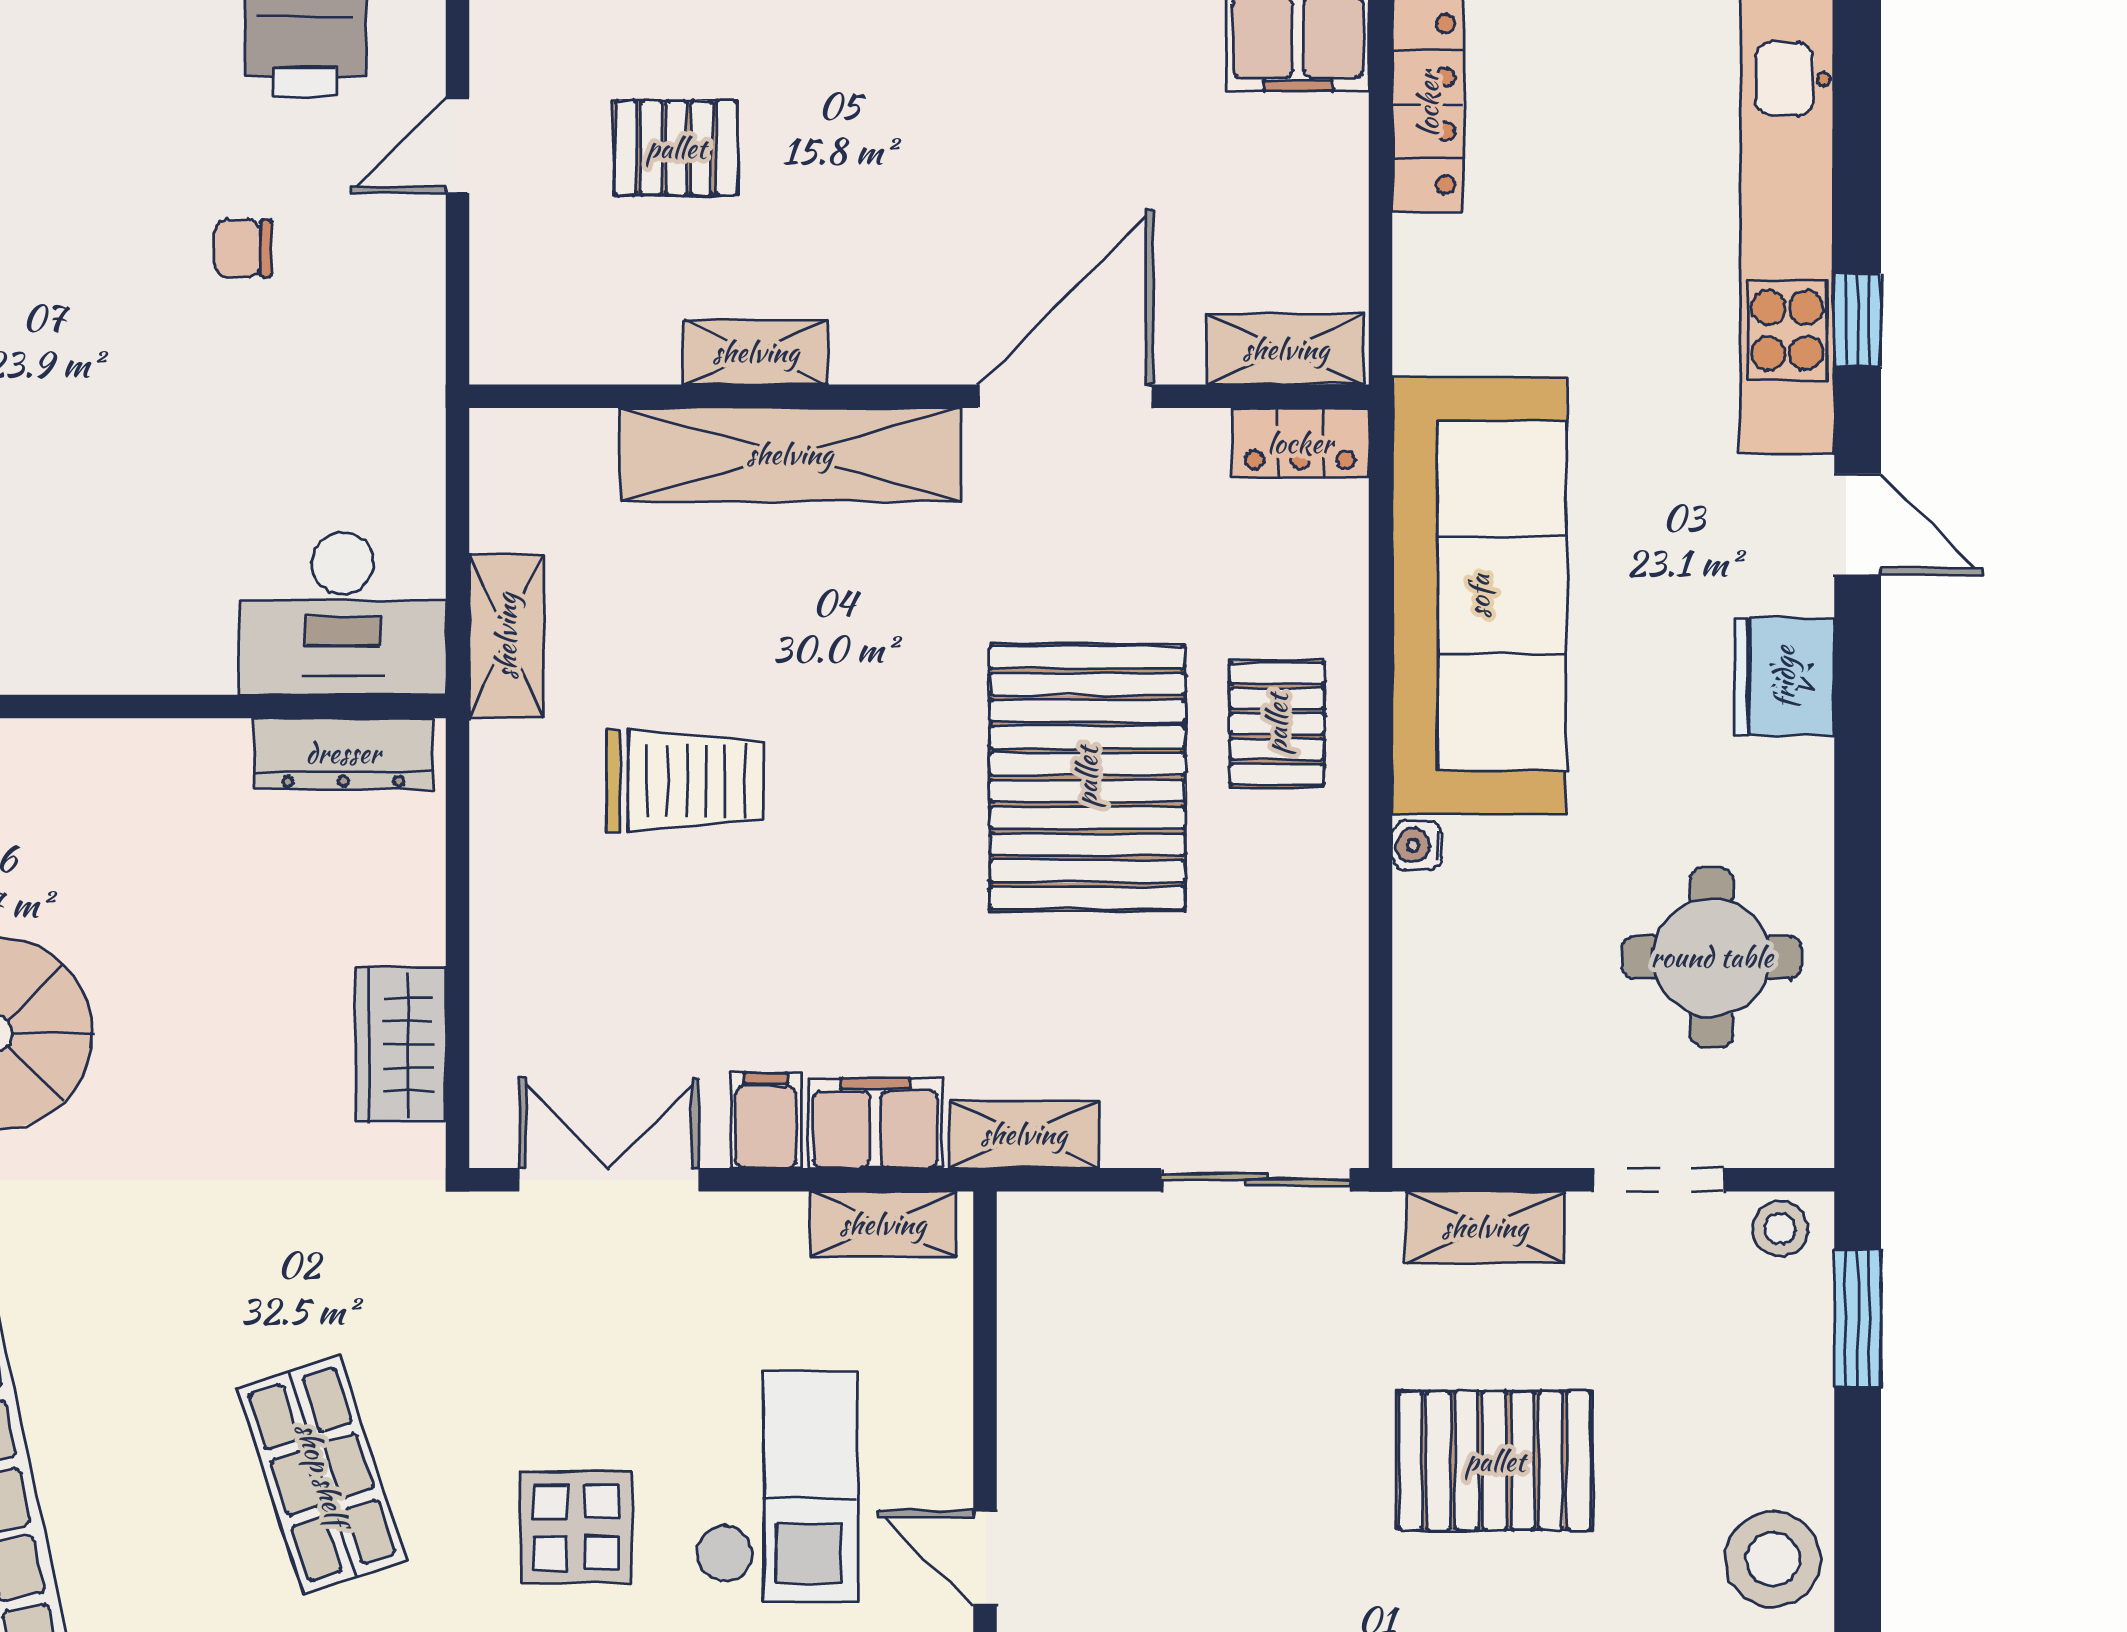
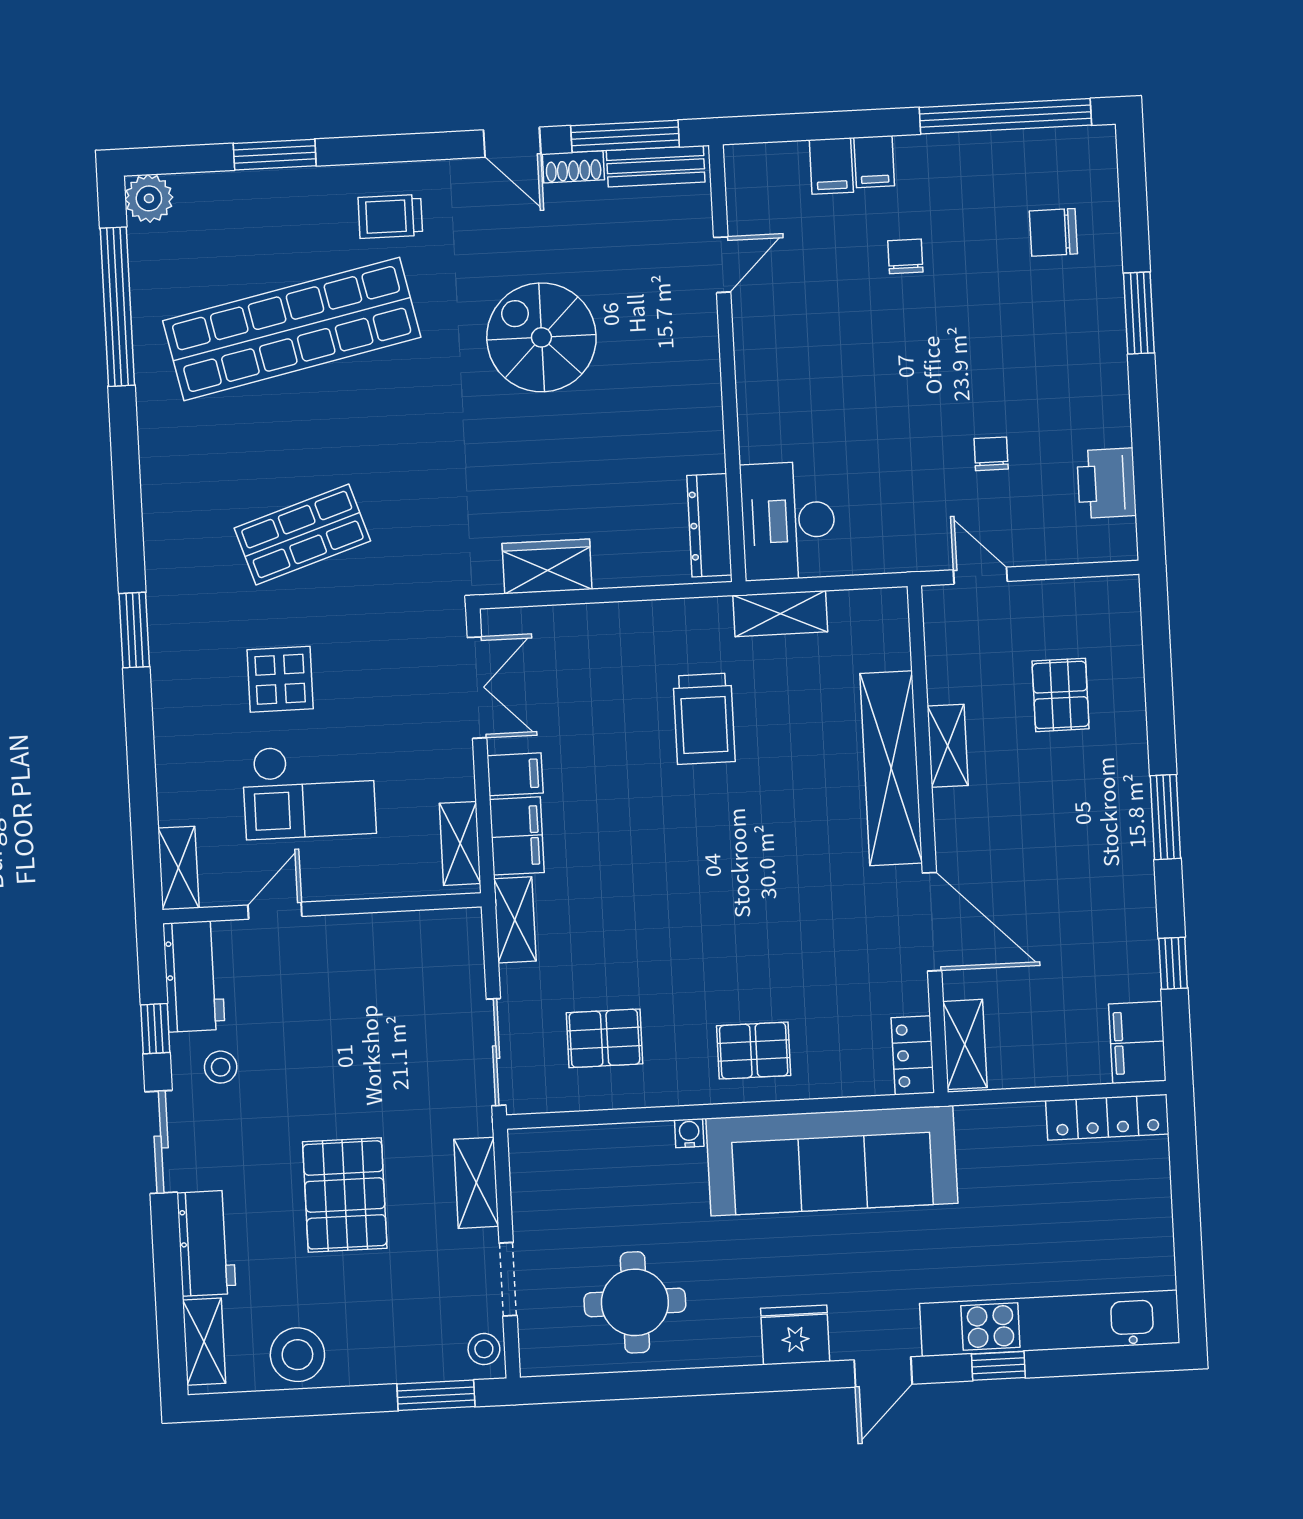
door: (458, 145) -> (980, 576), moved
pallet: (1087, 777) -> (604, 1038), moved, width x0.49, depth x0.50

